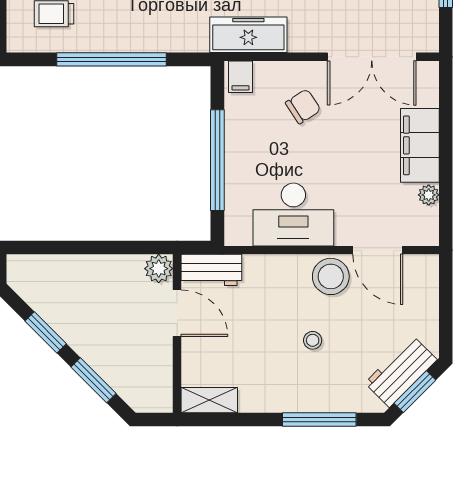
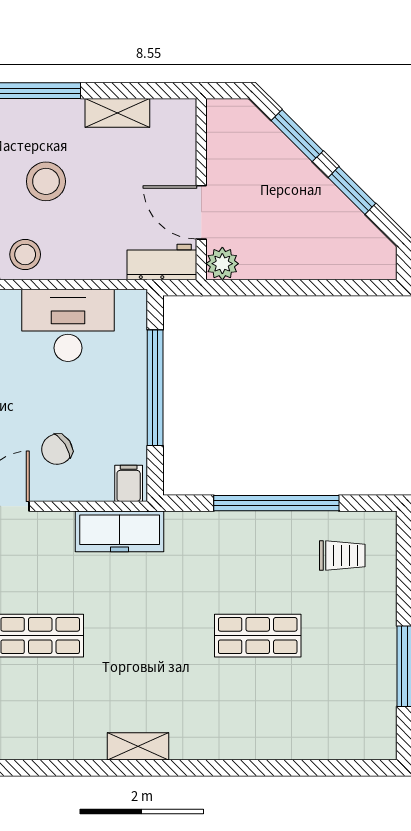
stool: (331, 276) -> (25, 254), width x0.73, depth x0.73
stool: (313, 340) -> (46, 181), width x1.89, depth x1.89
shelving: (209, 400) -> (117, 113), moved

